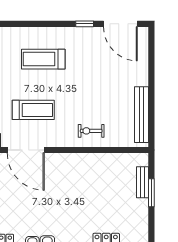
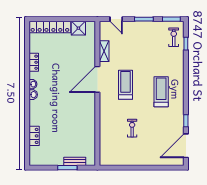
treadmill: (33, 110) -> (126, 85), turned 180
bench: (142, 115) -> (122, 161), removed
exercise bike: (91, 131) -> (132, 128), moved

